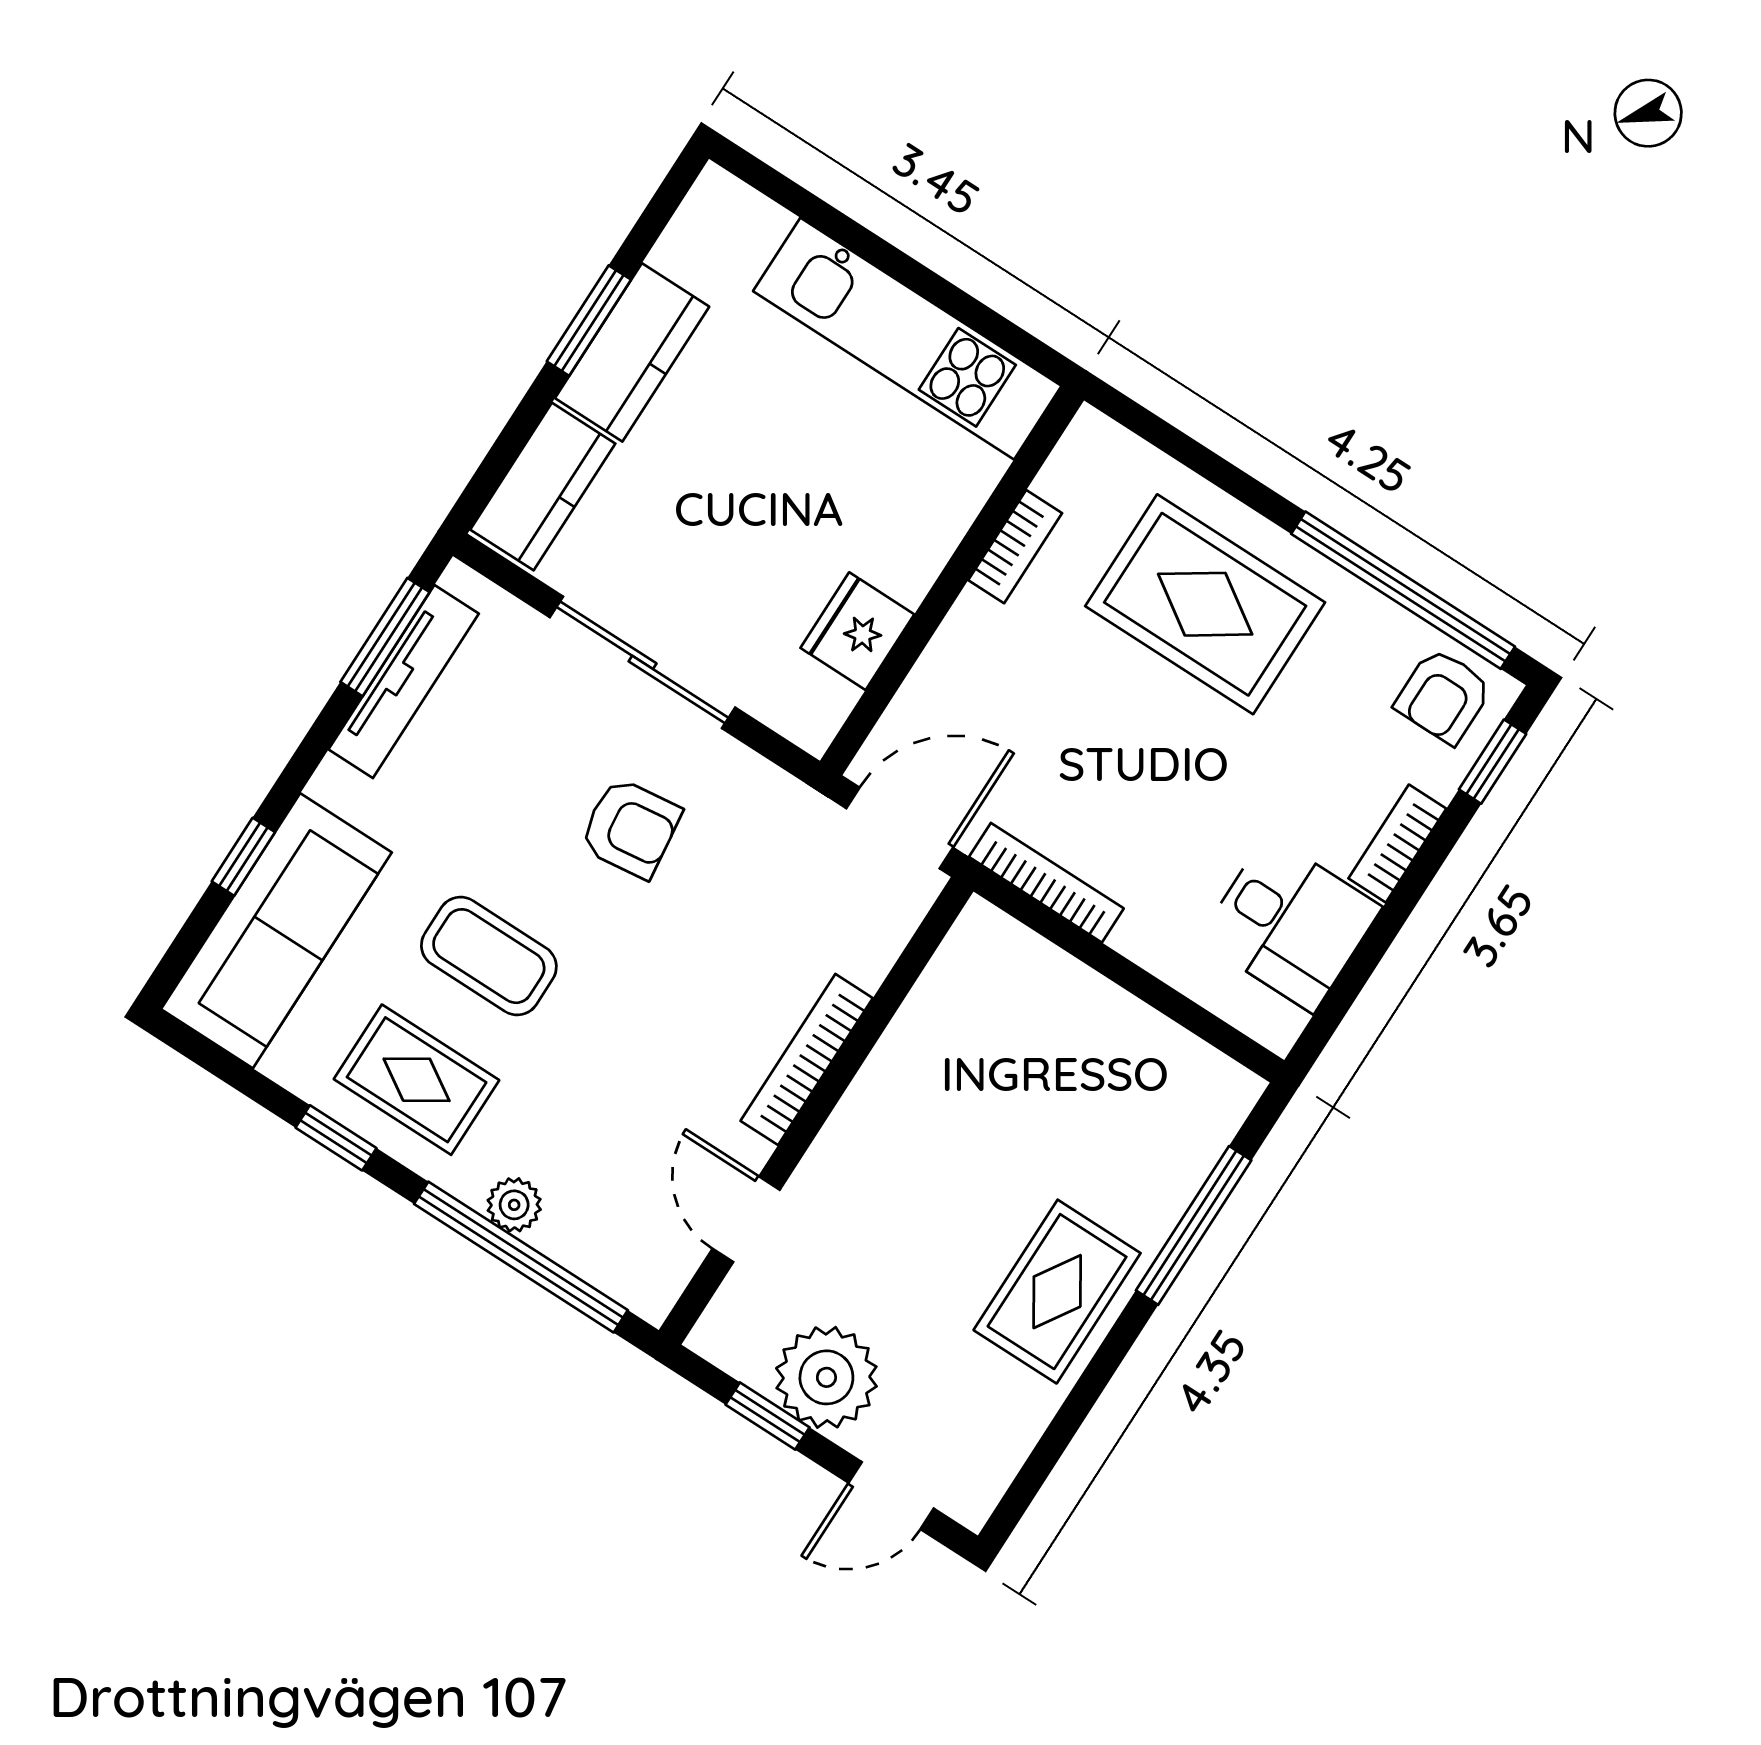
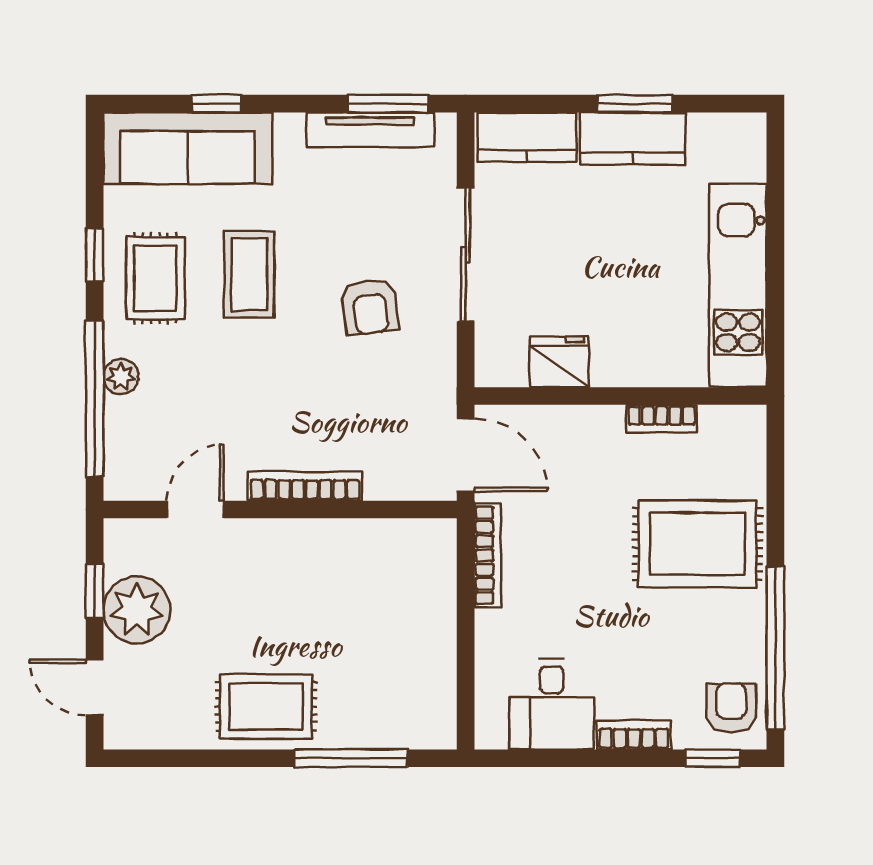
rug: (1205, 604) -> (697, 544), turned 90
armchair: (1443, 696) -> (731, 708), turned 90

